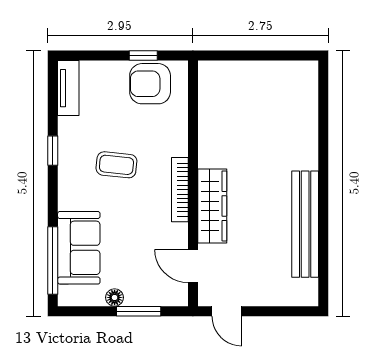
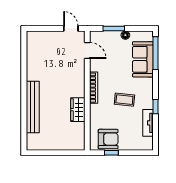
tv unit: (68, 88) -> (148, 123), moved
wardrobe: (212, 206) -> (78, 110), moved, width x0.67
bench: (305, 224) -> (33, 107), moved

